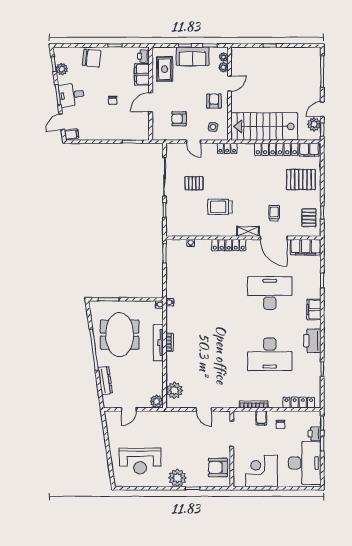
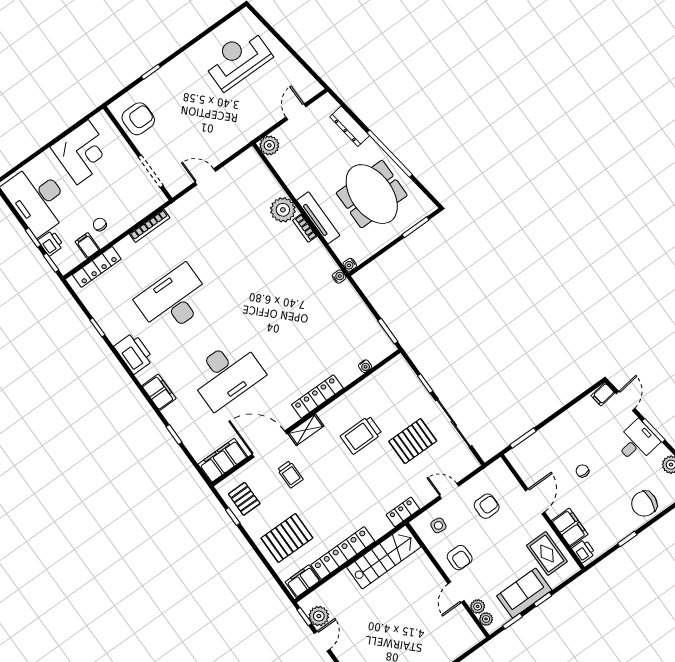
stairs: (264, 126) -> (384, 557), width x0.73, depth x0.66
pallet: (194, 183) -> (413, 441), width x1.50, depth x1.42
trolley: (220, 207) -> (361, 435), turned 180
plant: (174, 390) -> (283, 210), moved
filing cabinet: (261, 418) -> (87, 246), moved
plant: (177, 478) -> (178, 71), removed

